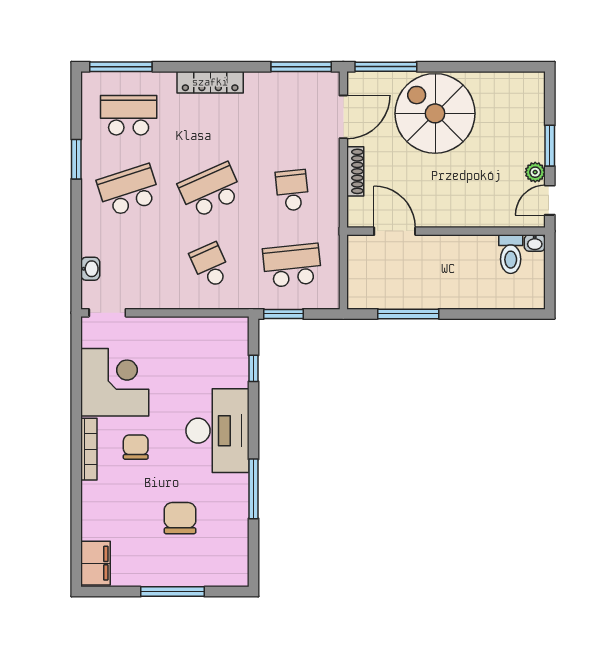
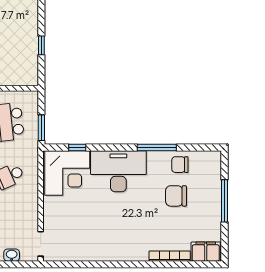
window: (408, 314) -> (41, 45), width x0.46
corner desk: (115, 382) -> (67, 173), moved, turned 180
chair: (136, 447) -> (180, 165), moved
bookcase: (89, 449) -> (170, 256), moved

